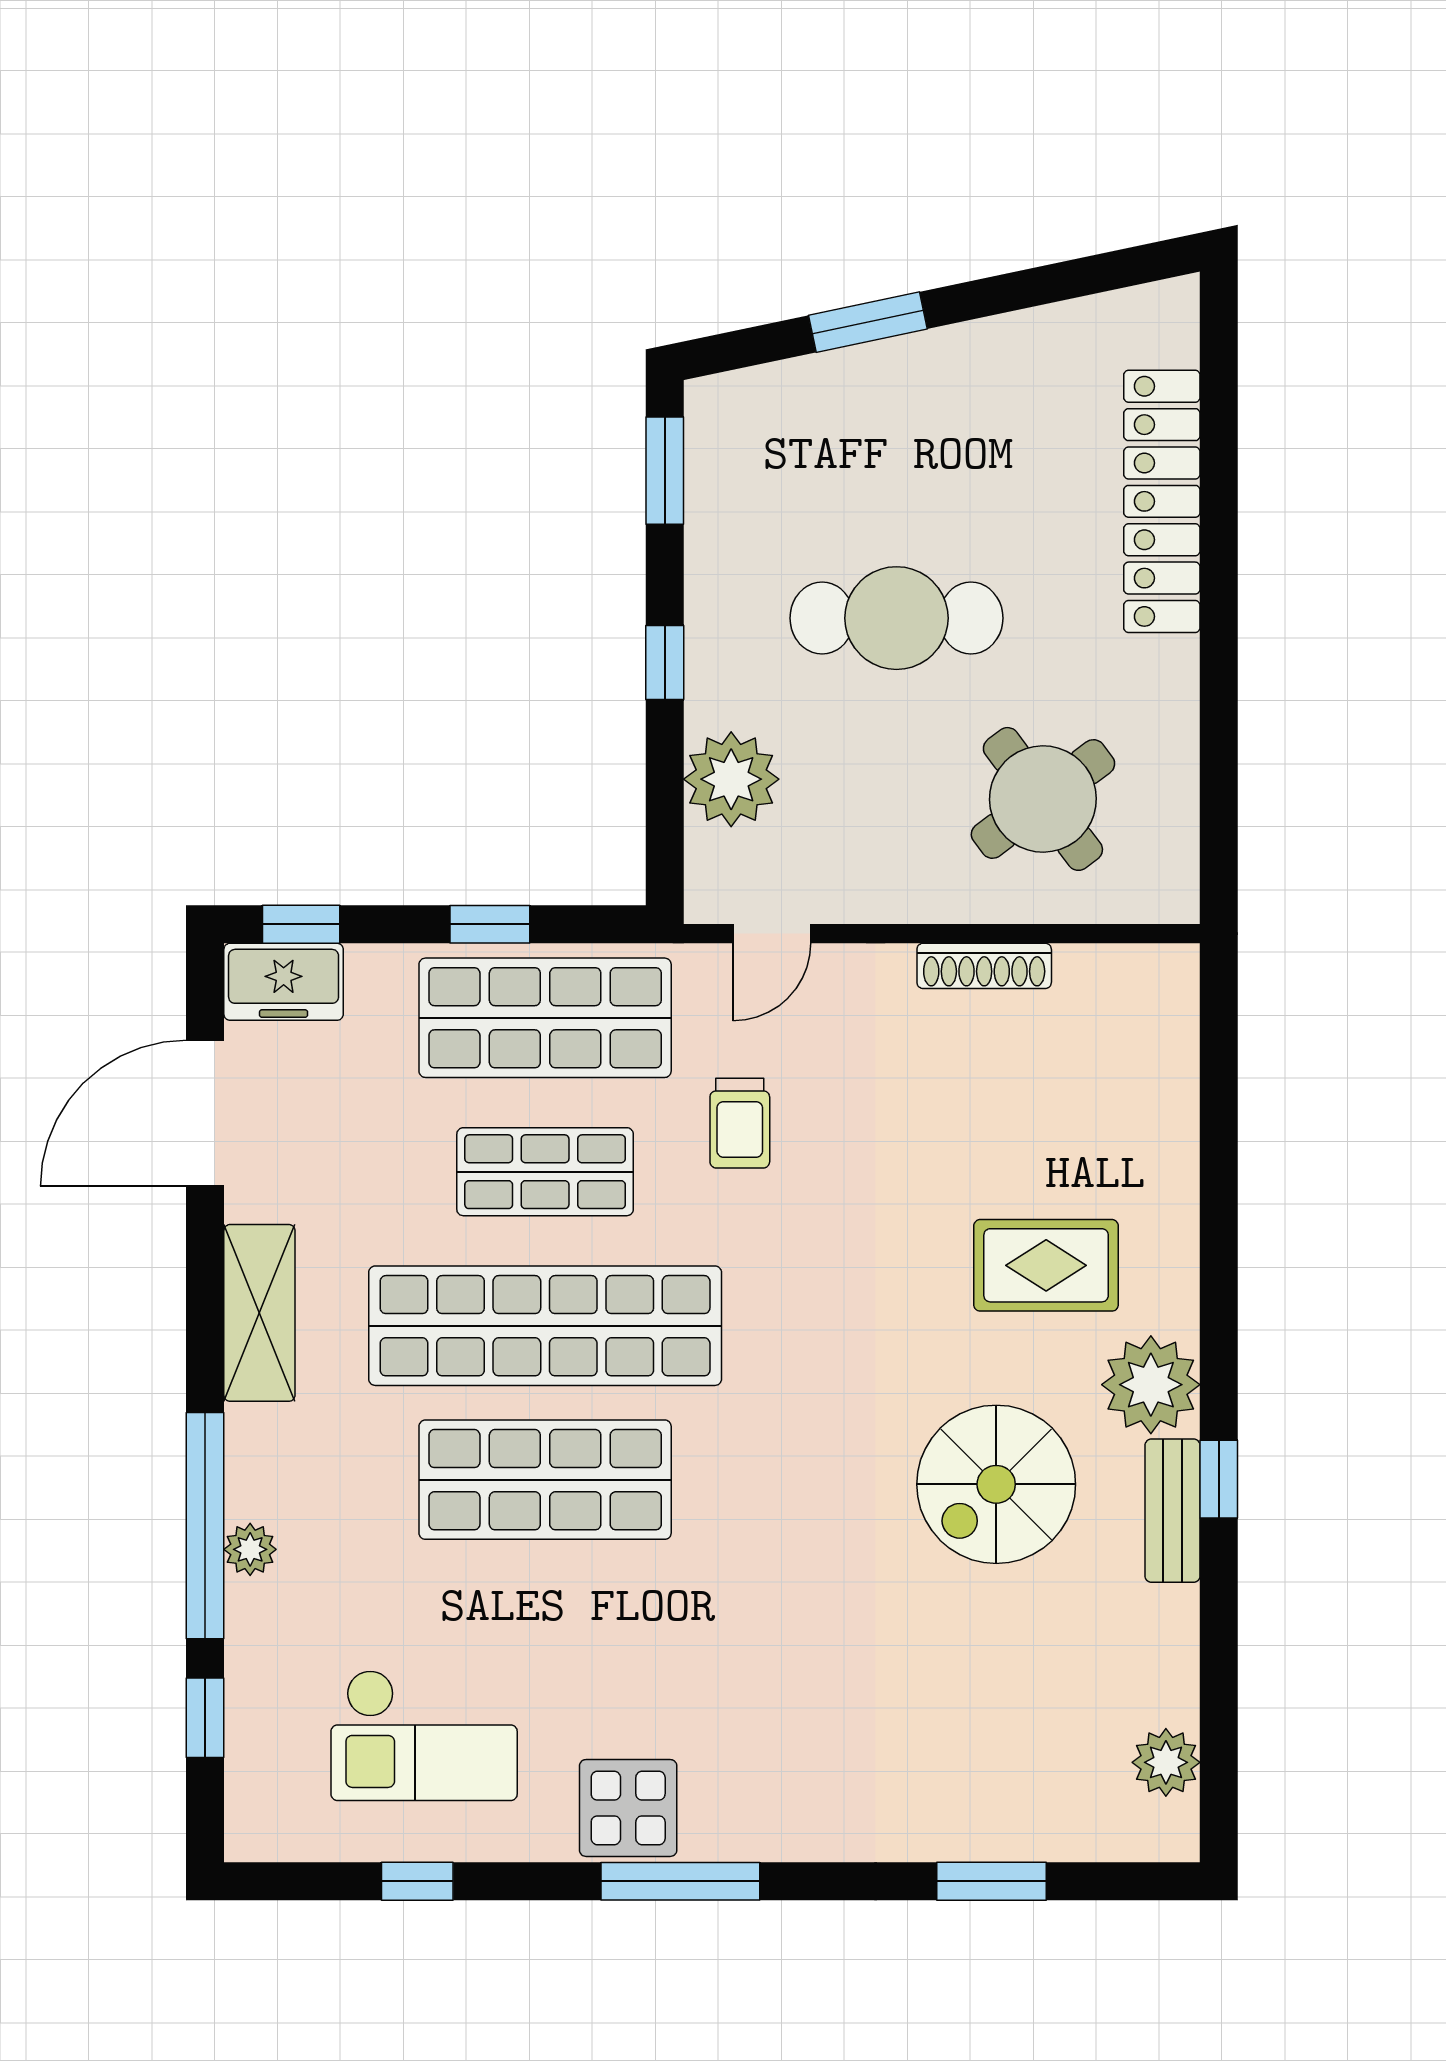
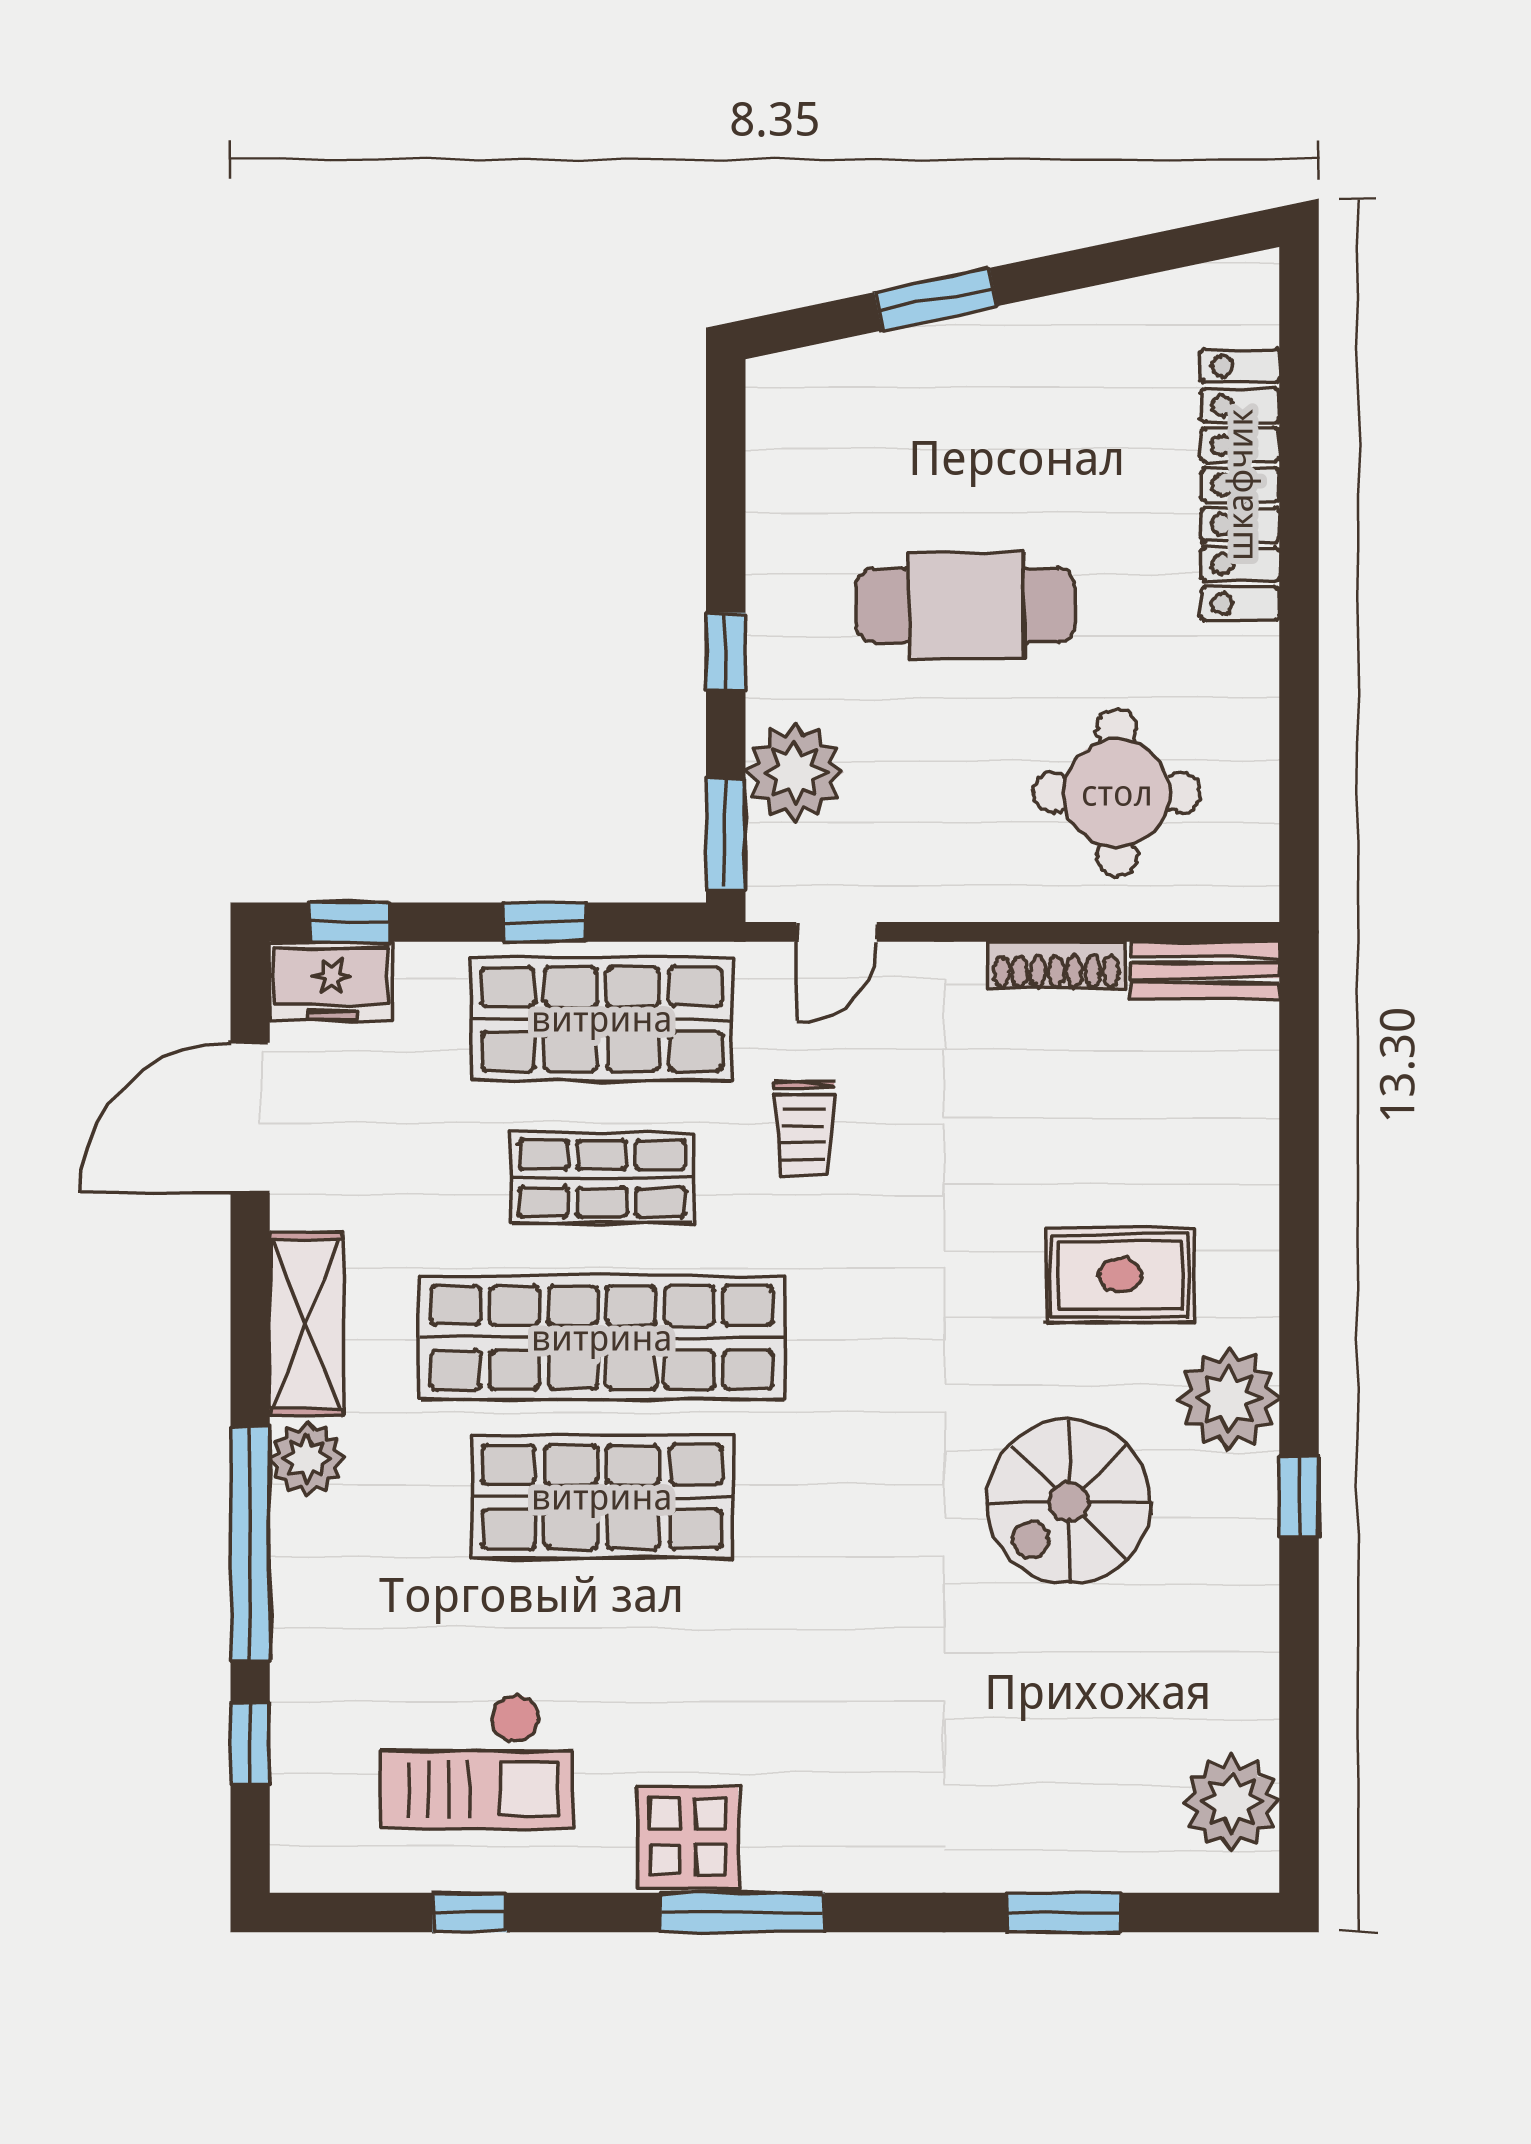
window: (665, 471) -> (726, 834), moved
round table: (1043, 799) -> (1117, 793), turned 37
bench: (1173, 1511) -> (1205, 970), moved, turned 90
plant: (250, 1549) -> (307, 1458), moved, width x1.38, depth x1.38
plant: (1166, 1762) -> (1232, 1802), width x1.36, depth x1.36

